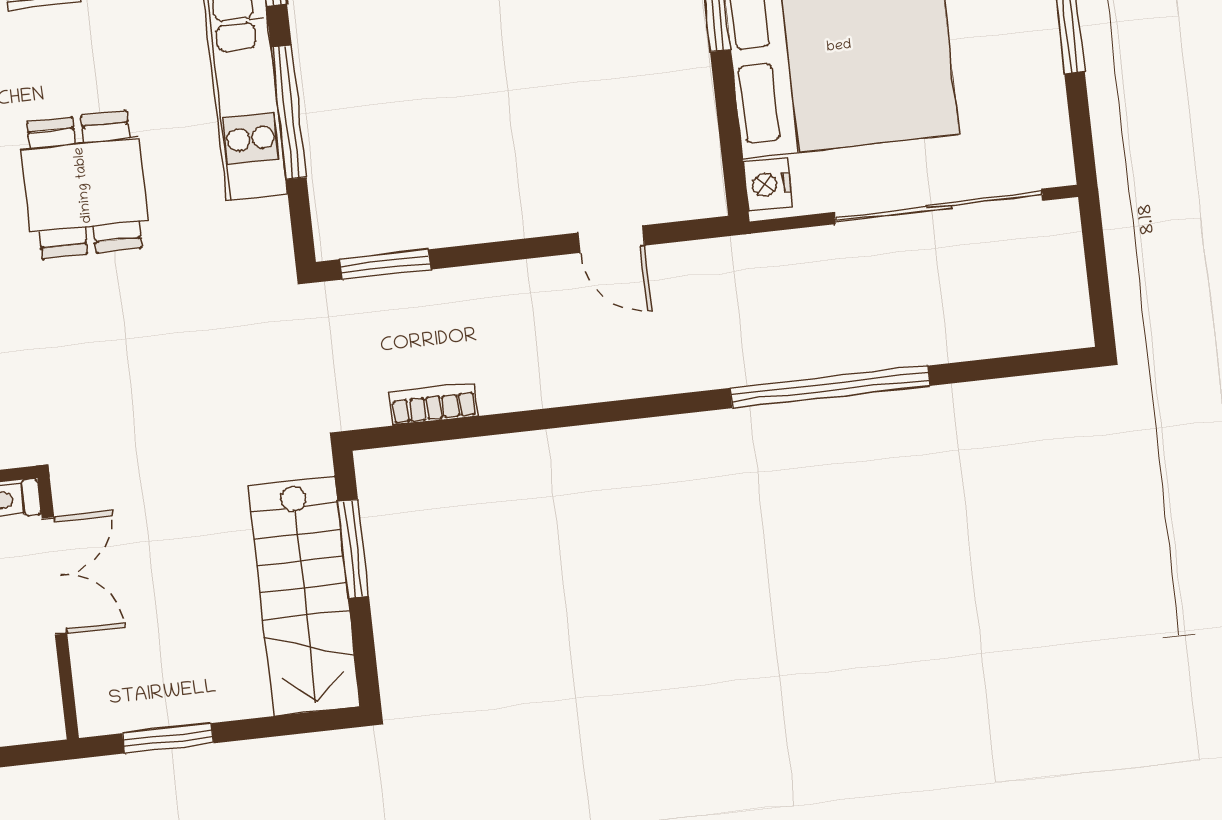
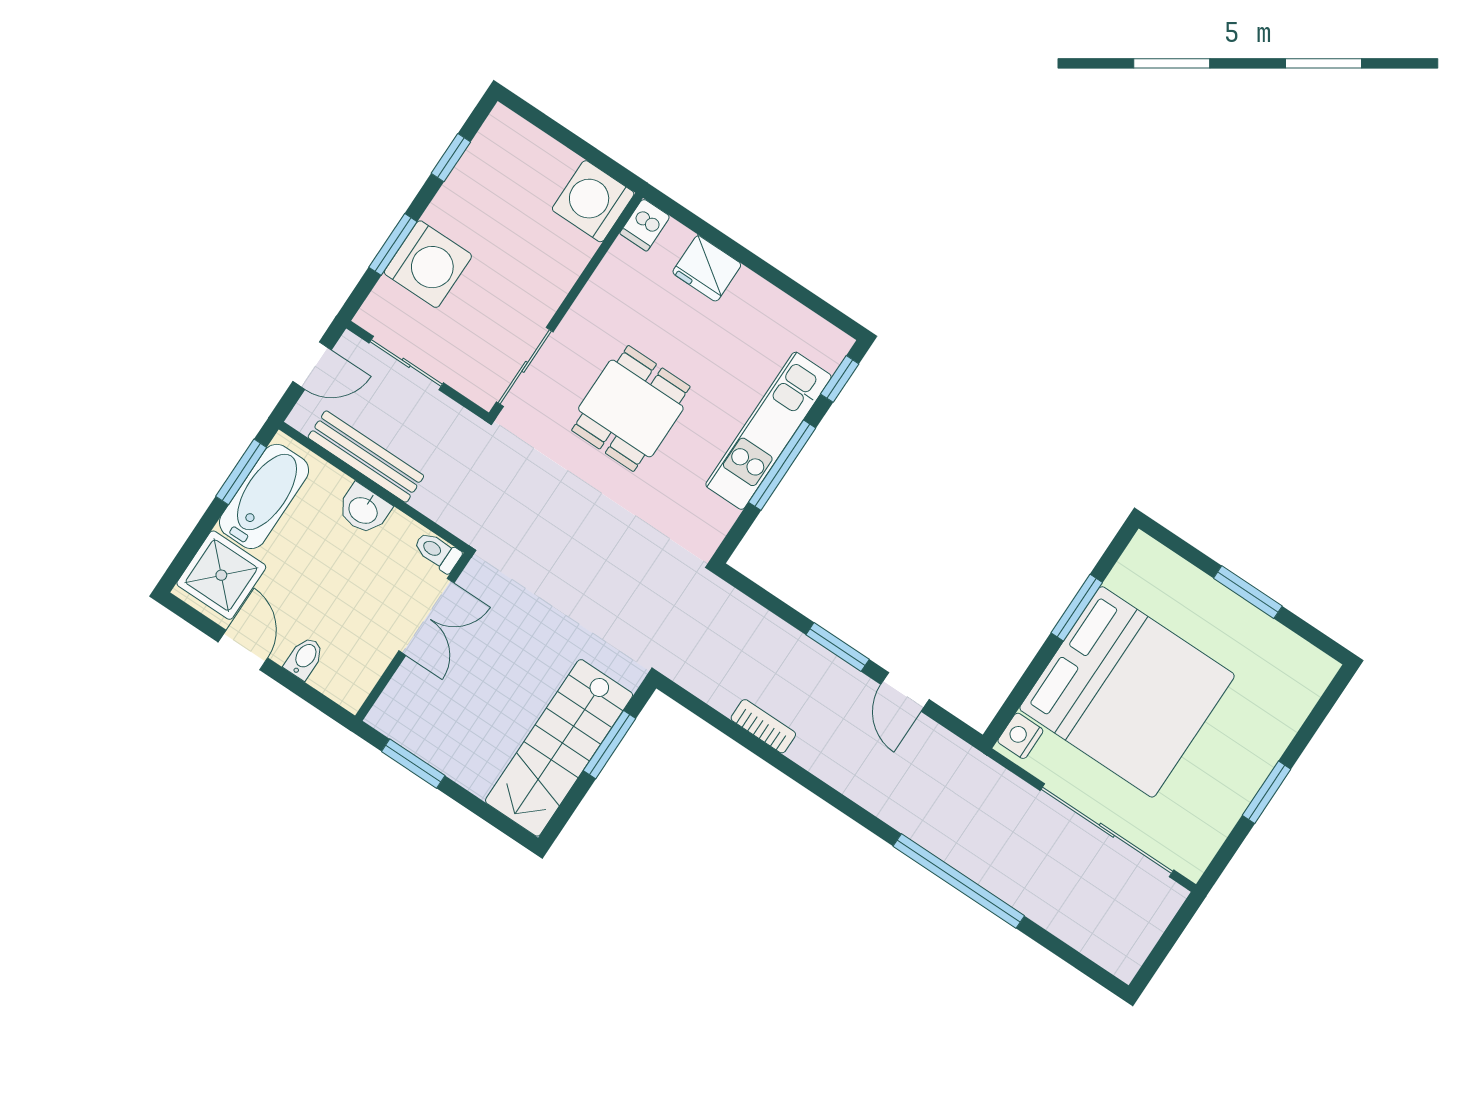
window: (385, 264) -> (838, 647), moved
bookcase: (434, 404) -> (763, 726), moved

